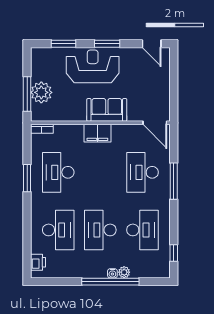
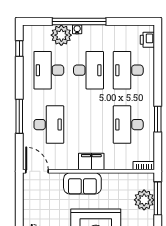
desk: (58, 172) -> (128, 125), turned 180
plant: (124, 272) -> (61, 35), width x1.88, depth x1.88

